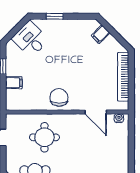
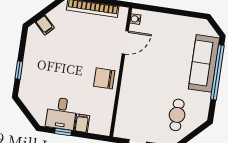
desk: (30, 39) -> (61, 113), moved, turned -45
round table: (44, 137) -> (144, 100), removed

